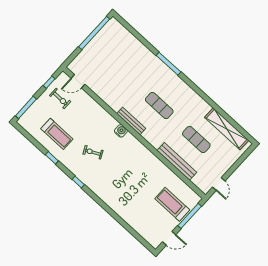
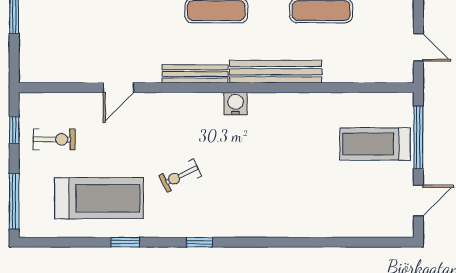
door: (78, 81) -> (119, 88), moved
water cooler: (121, 131) -> (236, 104), moved
treadmill: (57, 134) -> (99, 198), width x1.37, depth x1.38
bench: (177, 161) -> (276, 72), moved

